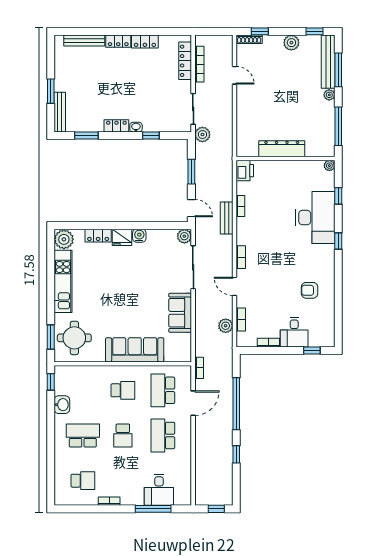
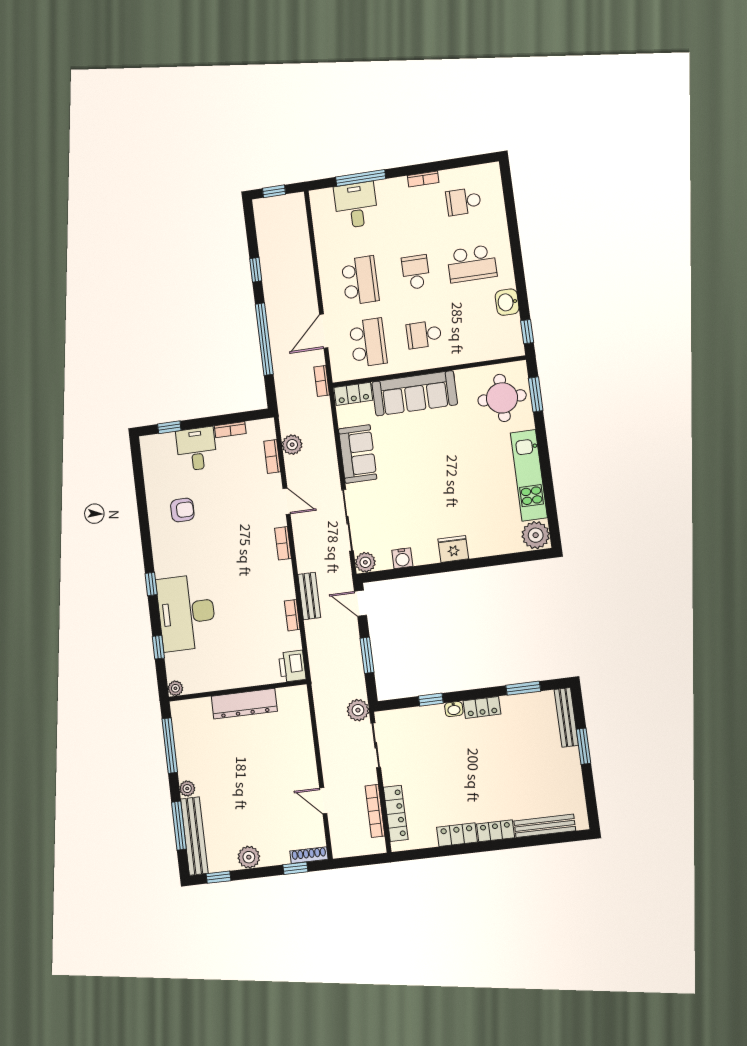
locker: (98, 236) -> (353, 394), moved, turned 180
water cooler: (139, 236) -> (402, 558), moved

